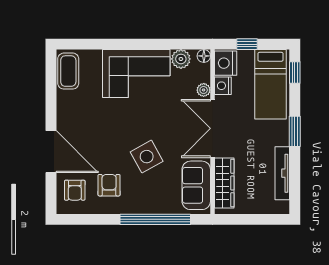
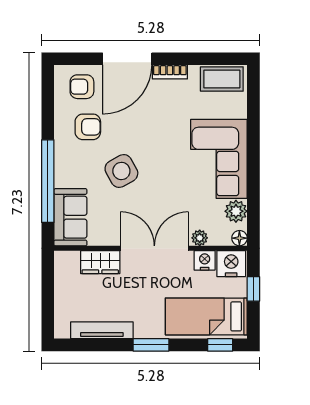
bookcase: (62, 115) -> (170, 72), added
wardrobe: (224, 183) -> (100, 262), width x0.67
sofa: (196, 185) -> (70, 217), moved, turned 90

